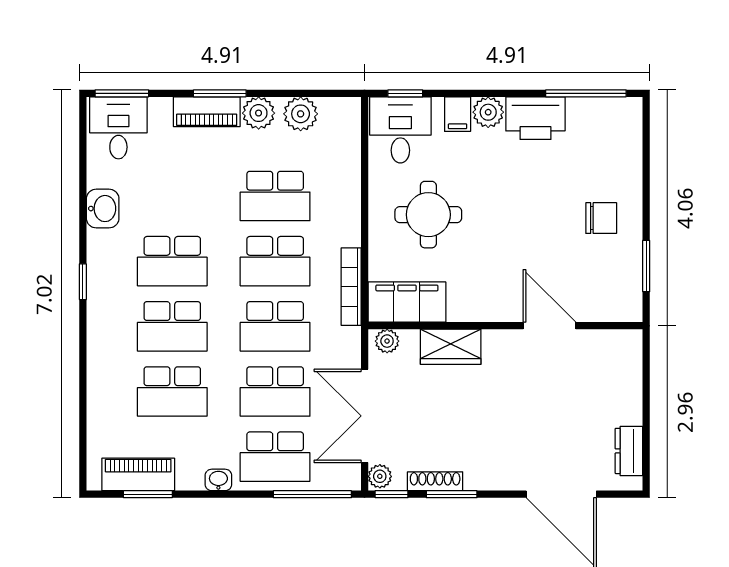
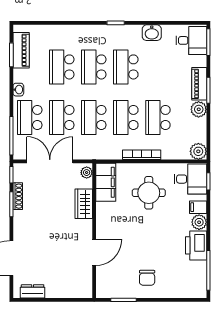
plant: (301, 114) -> (198, 151), moved
bookcase: (351, 287) -> (142, 155), moved
plant: (380, 476) -> (20, 169), removed

